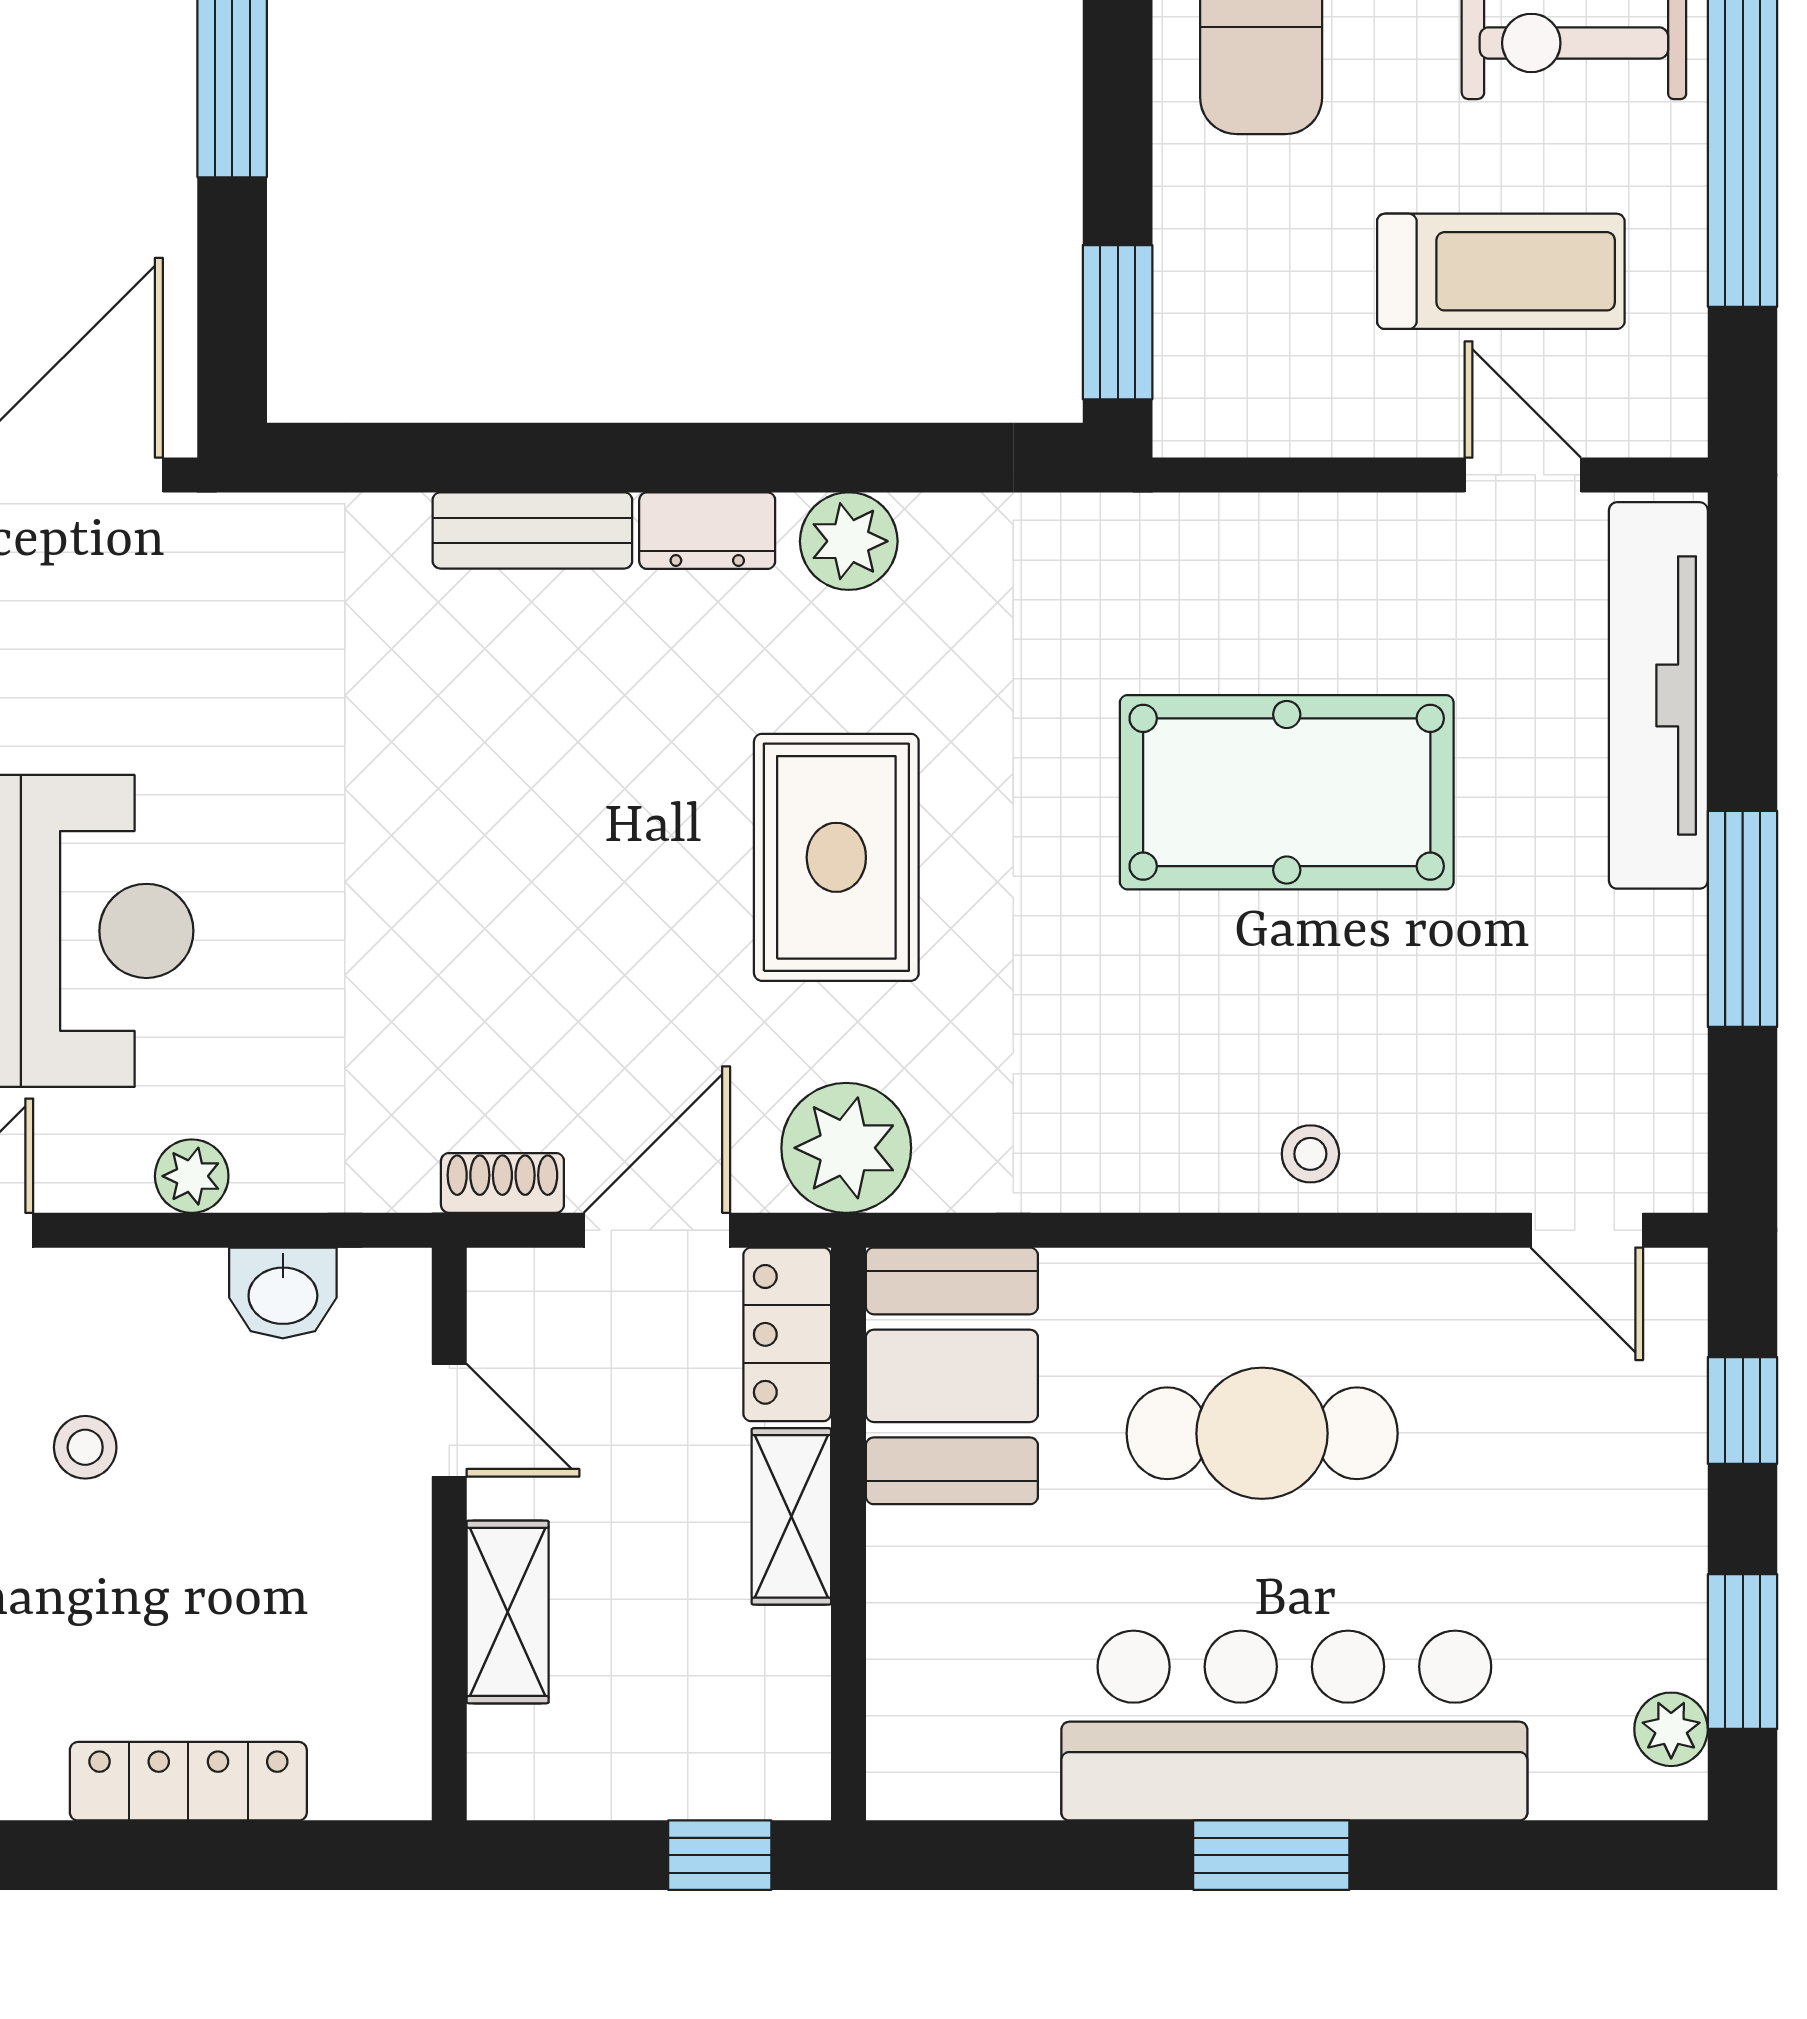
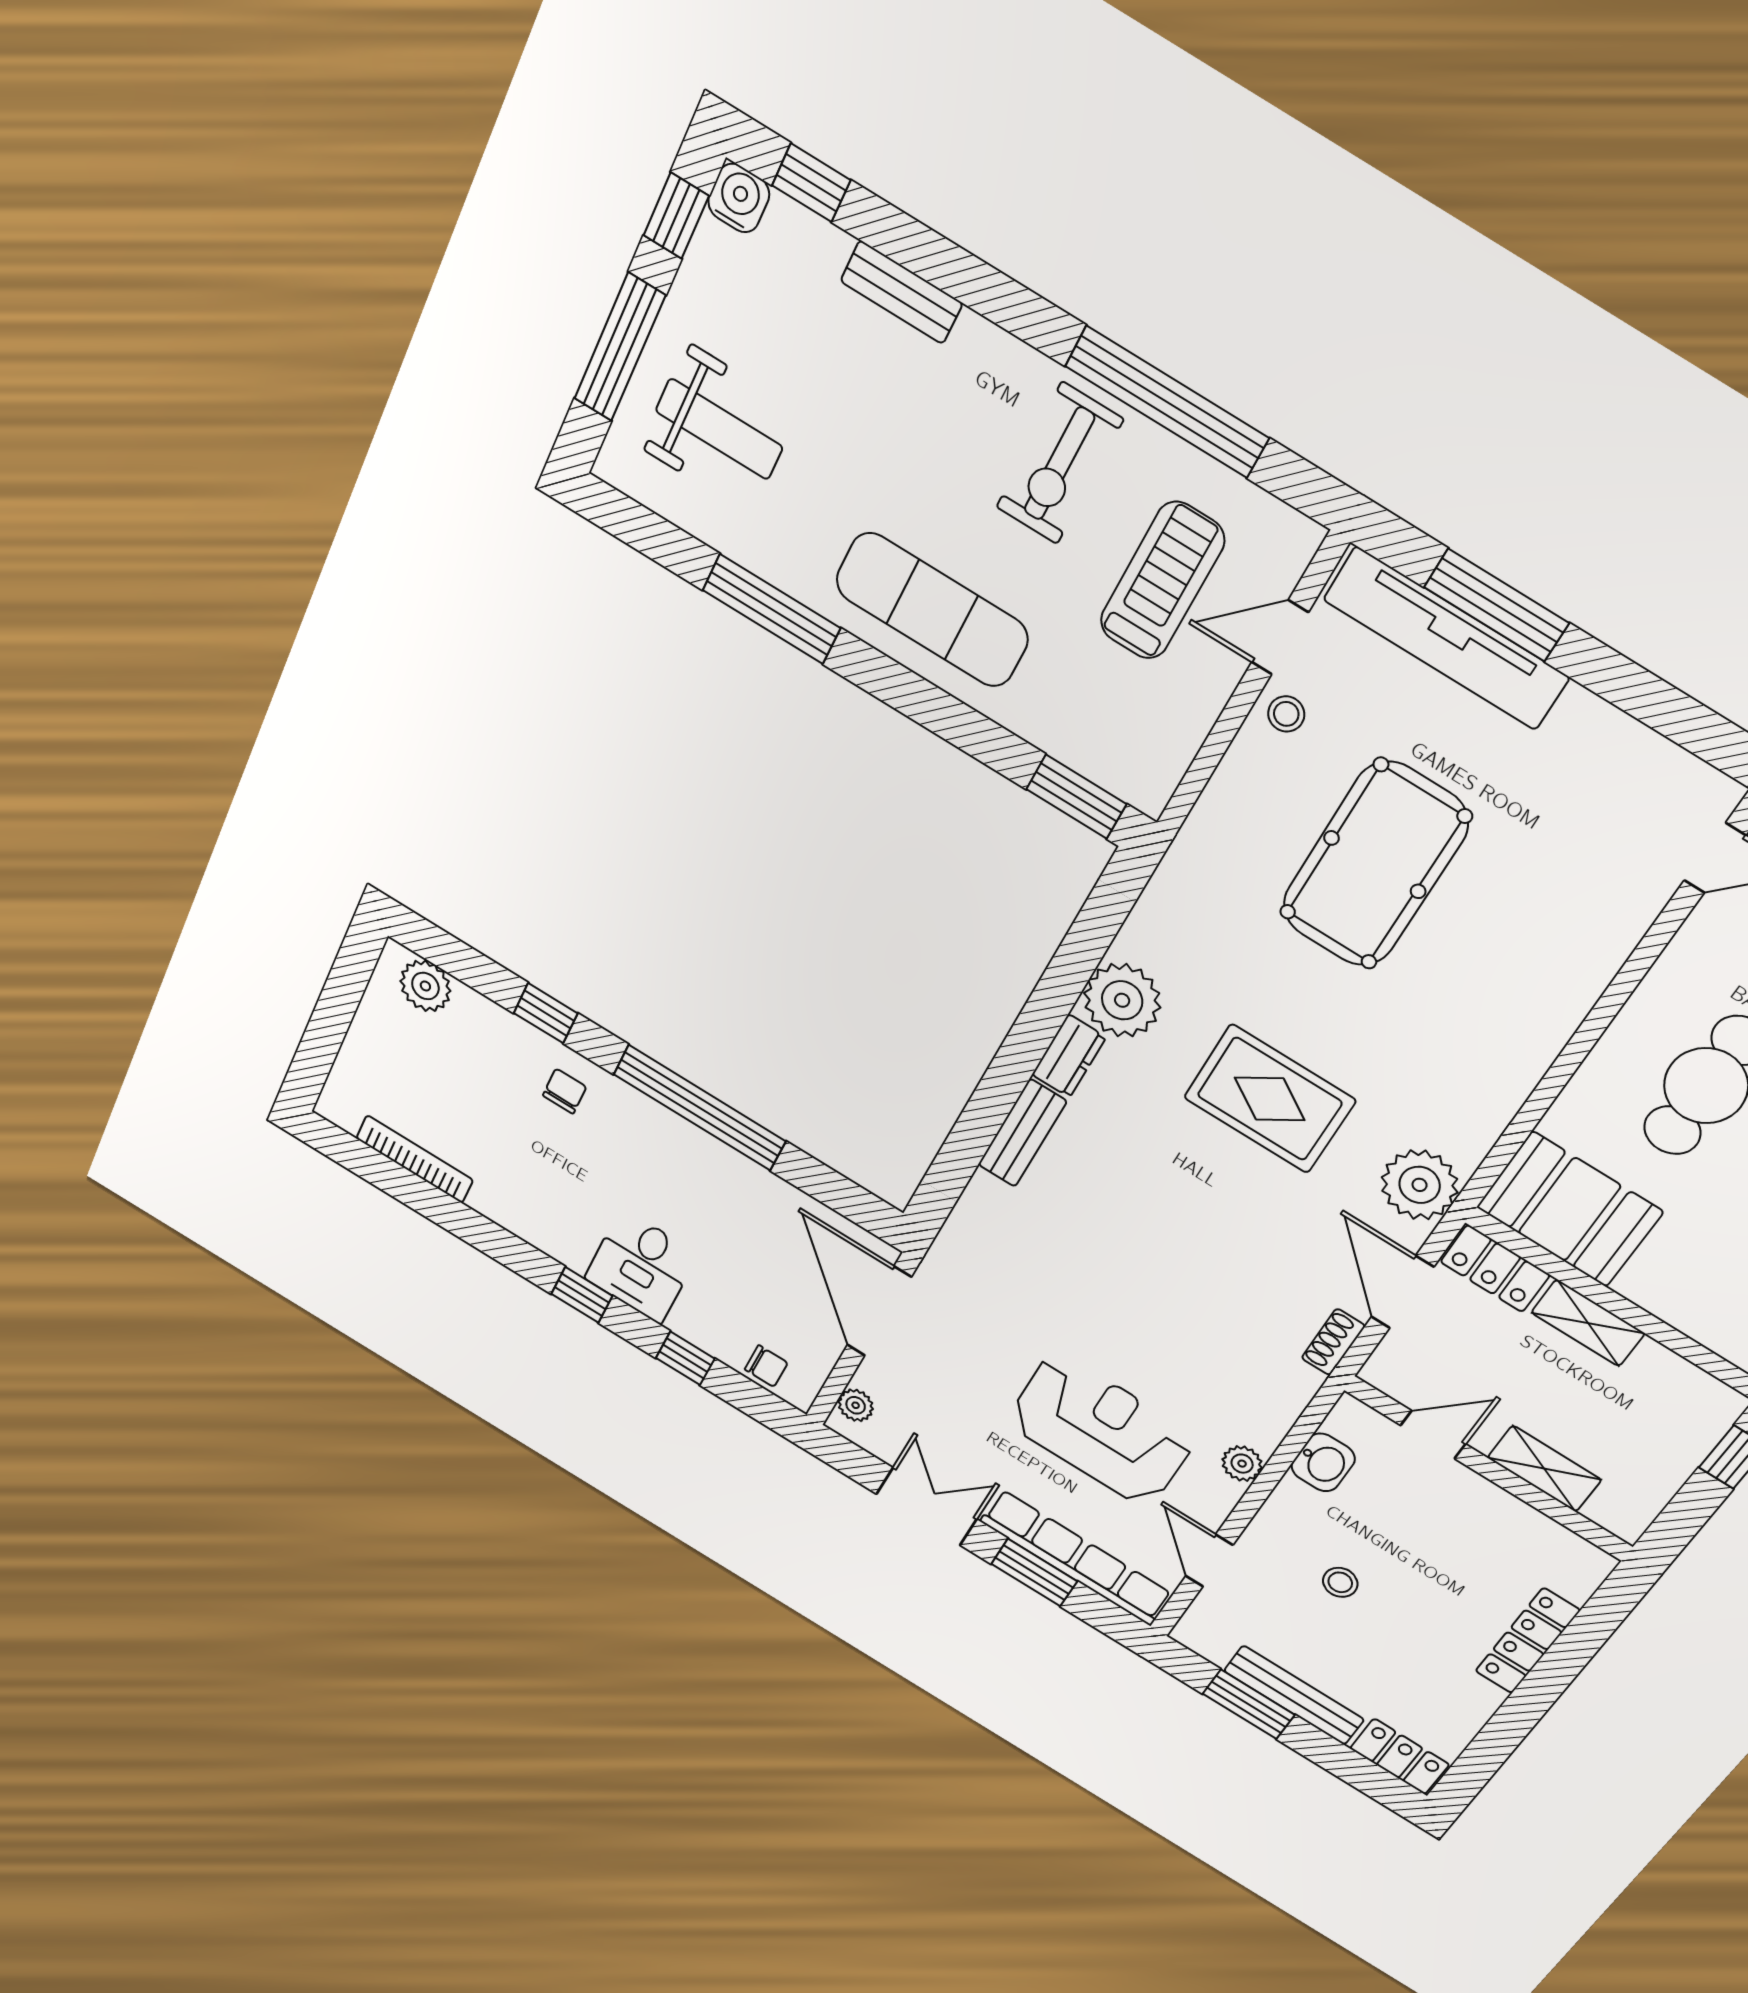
plant: (849, 541) -> (1122, 1000), width x1.36, depth x1.36
window: (1743, 919) -> (1496, 605), moved
stool: (1310, 1154) -> (1286, 714), moved

